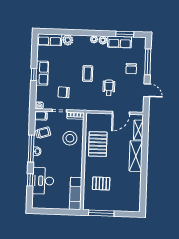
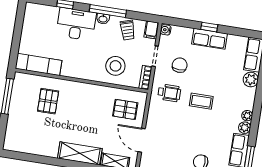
wheelchair: (109, 88) -> (169, 93), moved
pallet: (98, 144) -> (125, 109), moved, width x0.67, depth x0.71
desk: (43, 181) -> (76, 24), moved

